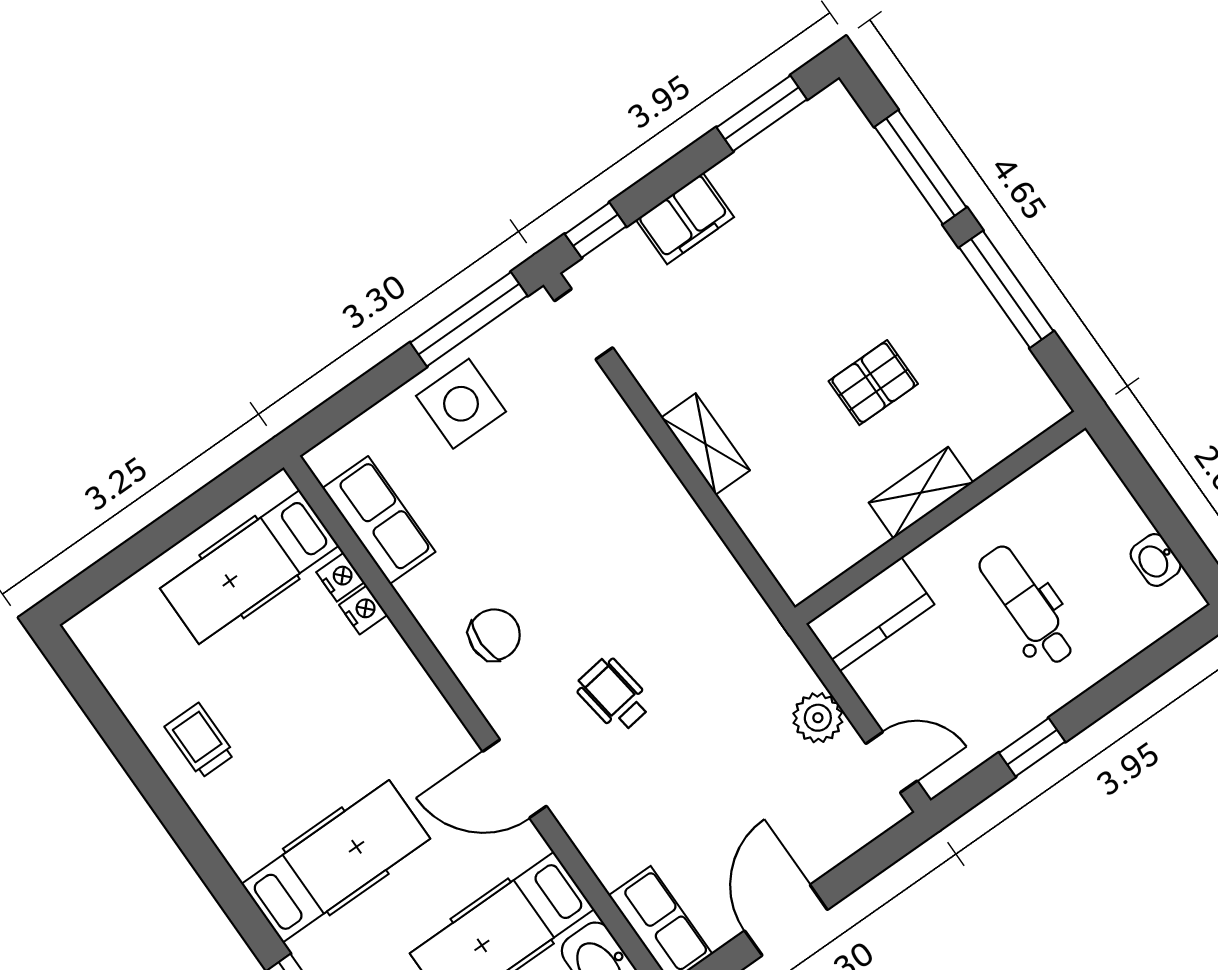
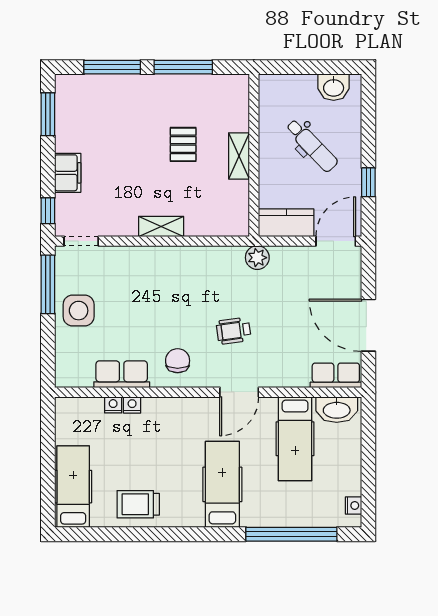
row of seats: (379, 520) -> (122, 374), moved
washbasin: (1156, 560) -> (334, 87), width x1.38, depth x1.45
hospital bed: (249, 567) -> (73, 487), moved, turned 180
dental chair: (1027, 605) -> (312, 145), turned -134
kitchen counter: (870, 614) -> (286, 223), moved, turned -90
plant: (818, 718) -> (257, 258), moved
trolley: (200, 741) -> (138, 504), width x1.36, depth x1.39
door: (891, 762) -> (336, 241), width x1.38
door: (786, 920) -> (368, 325), width x1.36

